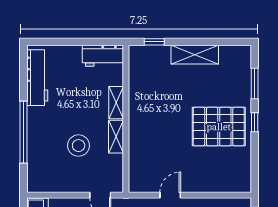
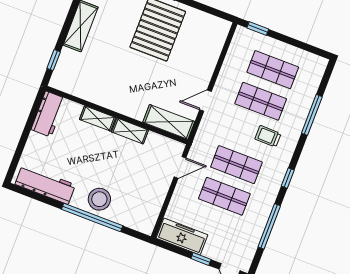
stool: (79, 146) -> (99, 199), moved
shelving: (138, 169) -> (169, 122), added
door: (170, 195) -> (205, 101), hinge flipped

